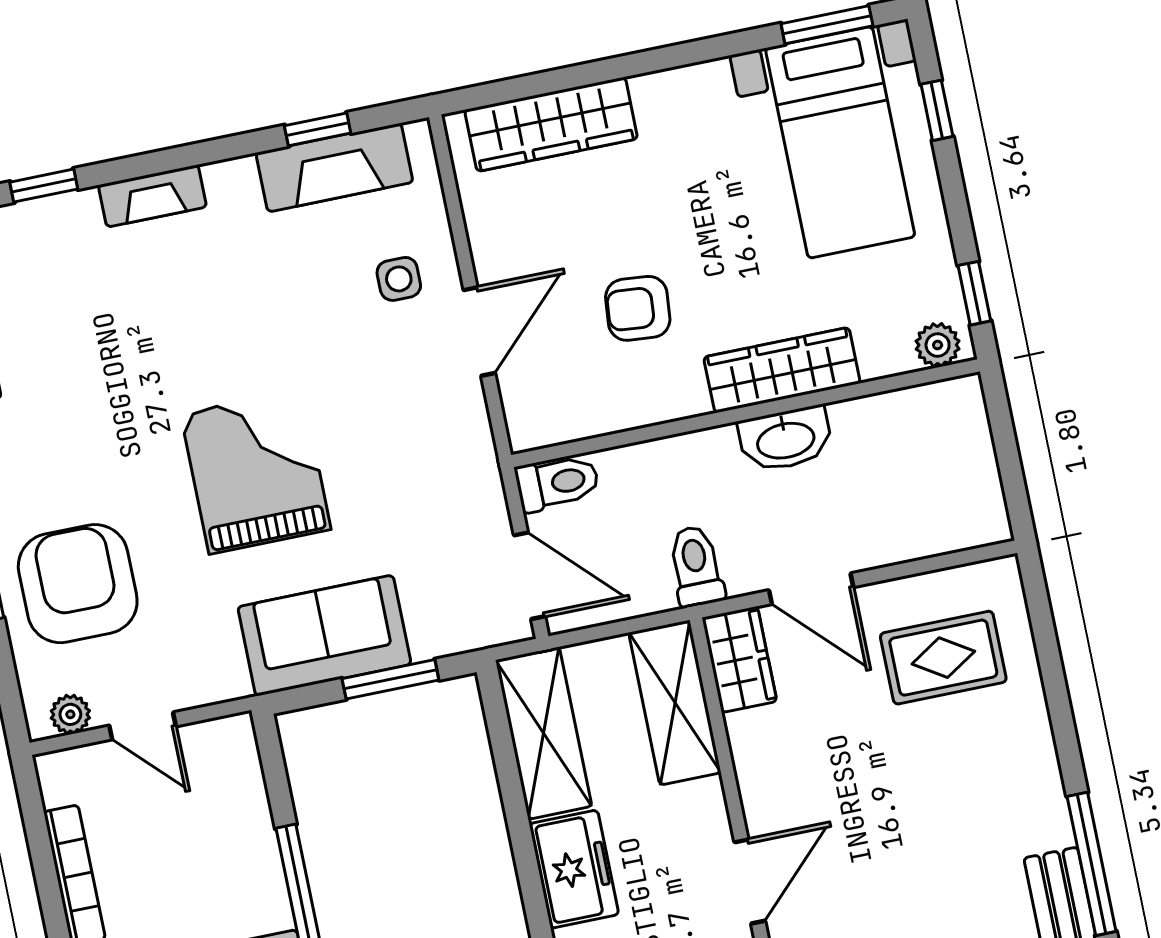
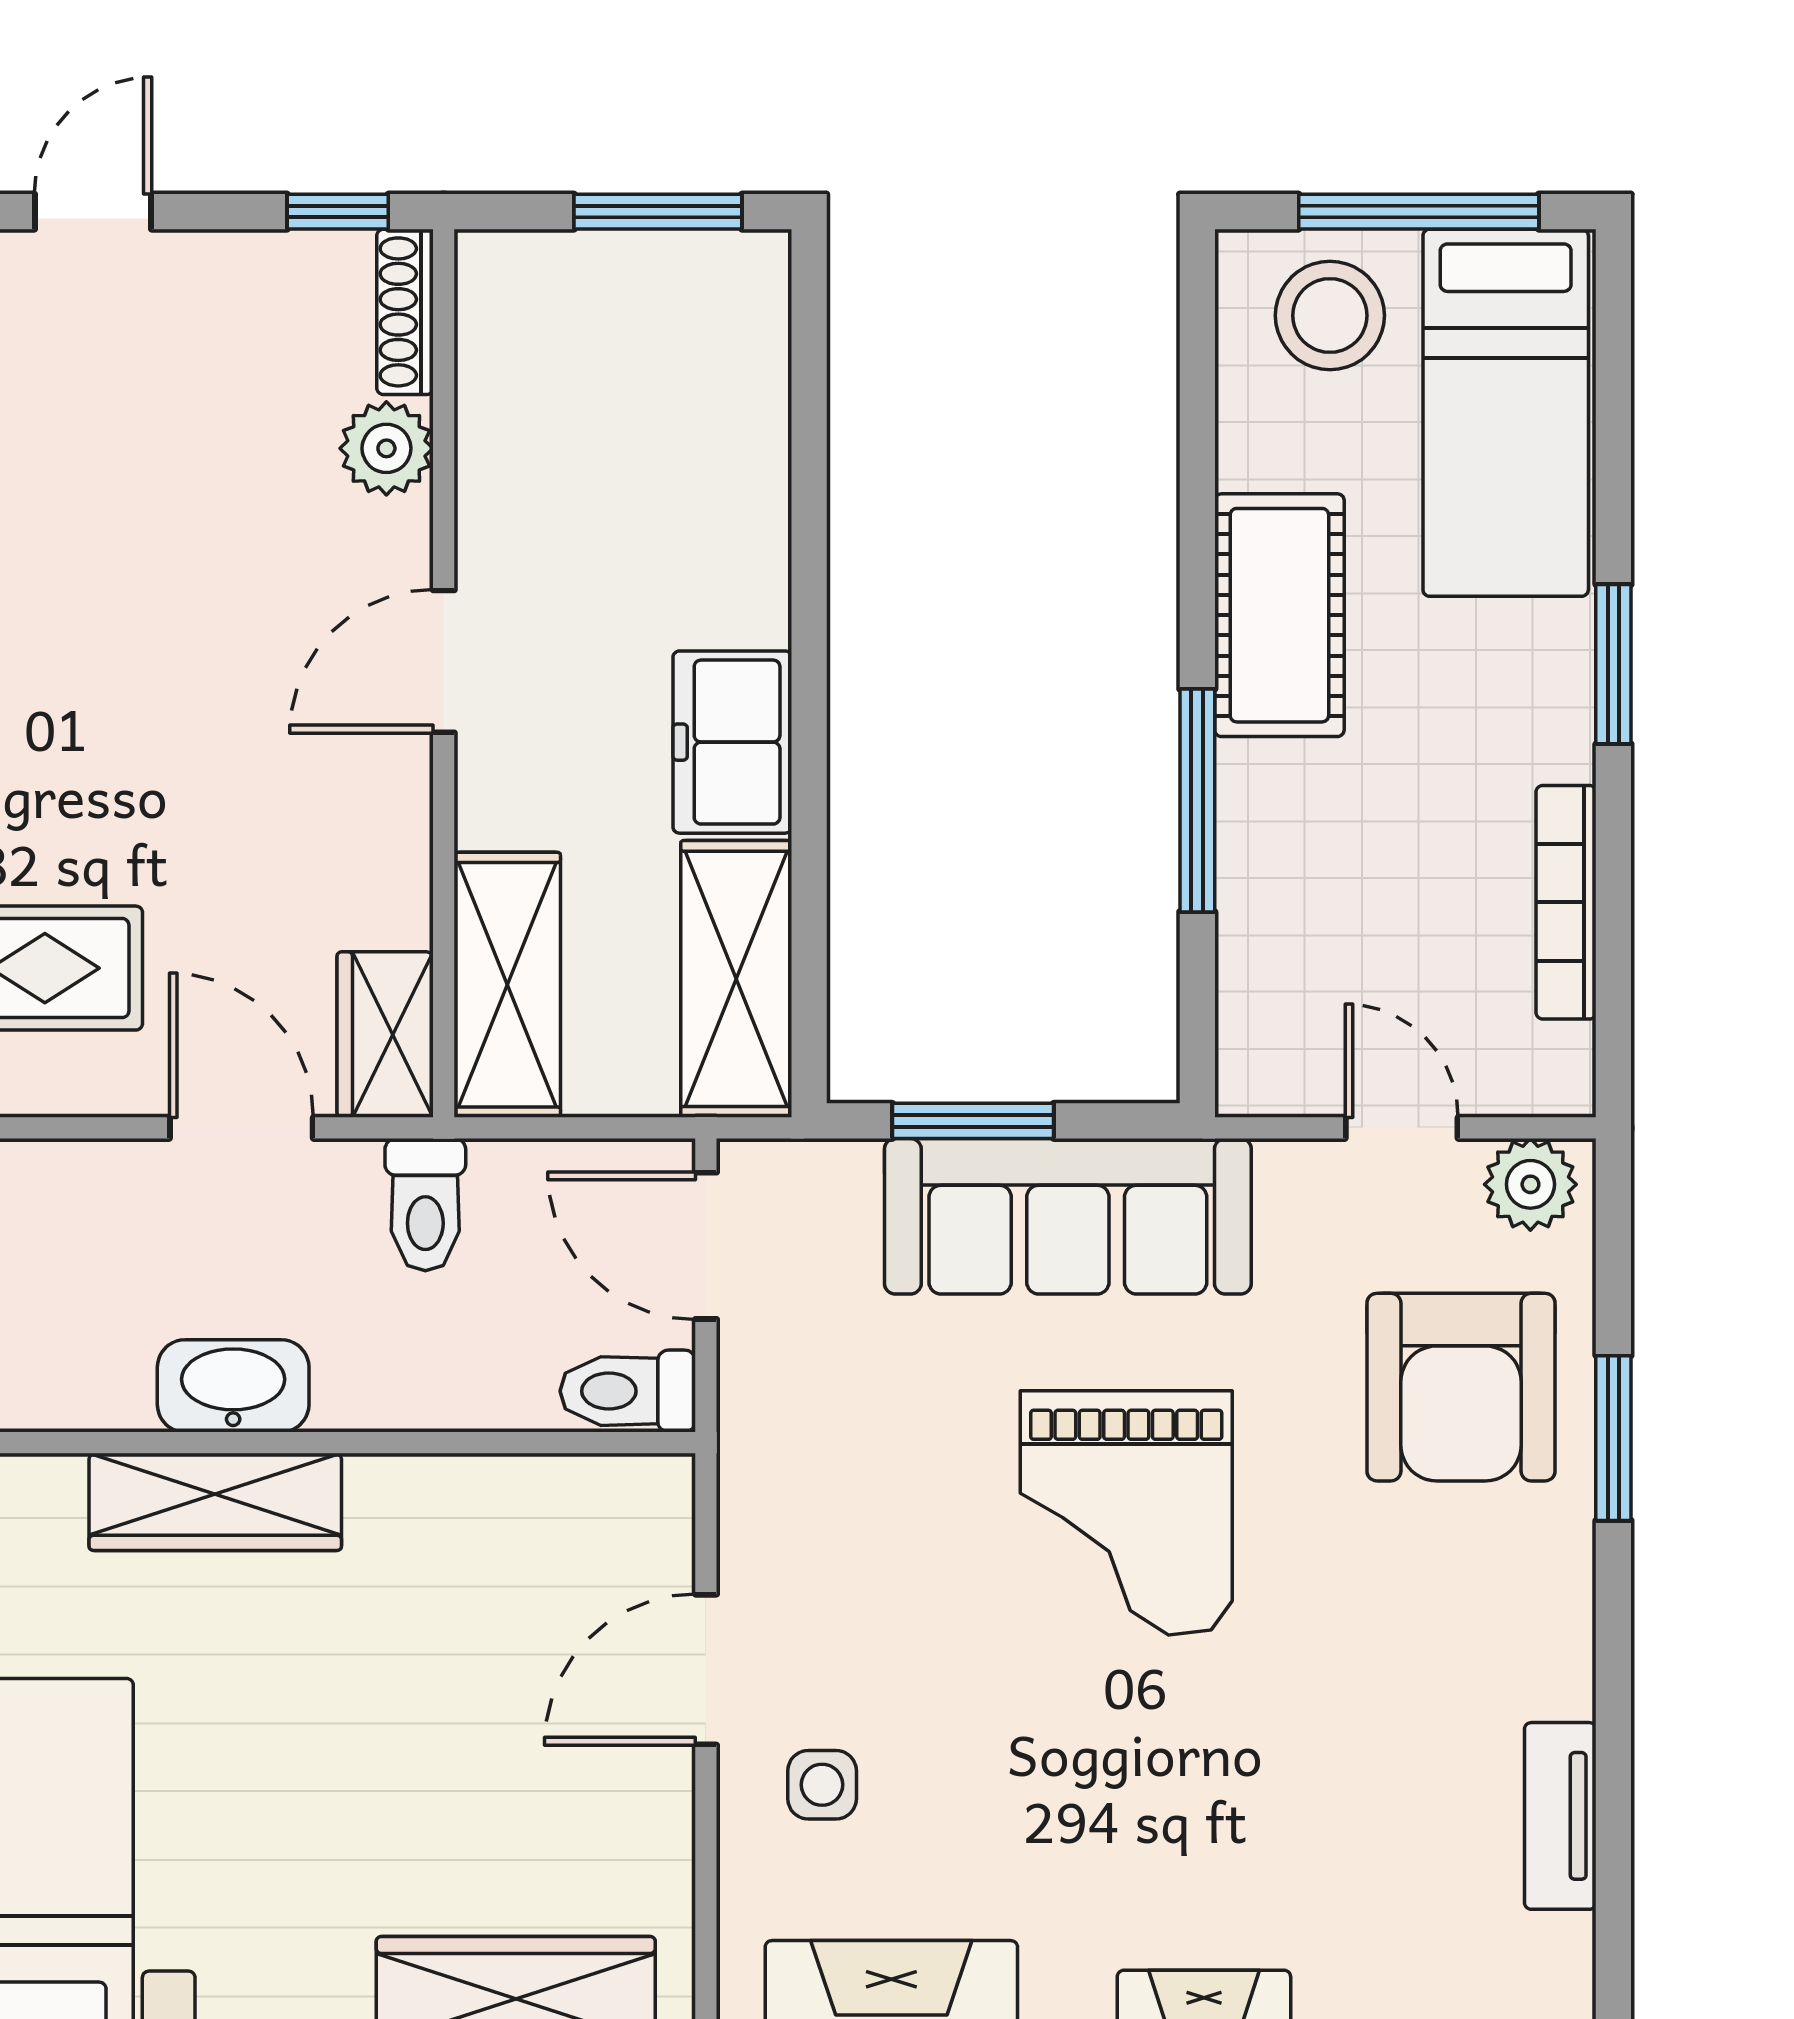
armchair: (638, 308) -> (434, 1654), removed
sofa: (324, 636) -> (1068, 1216), width x1.36
plant: (70, 714) -> (1530, 1184), width x1.38, depth x1.38

